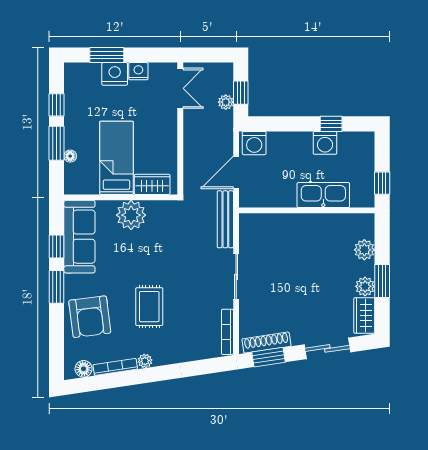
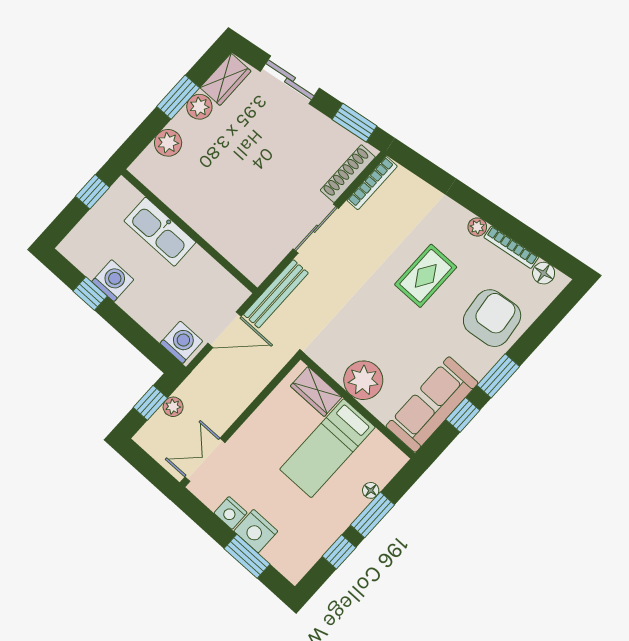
shoe rack: (266, 343) -> (348, 174), moved, turned 98

